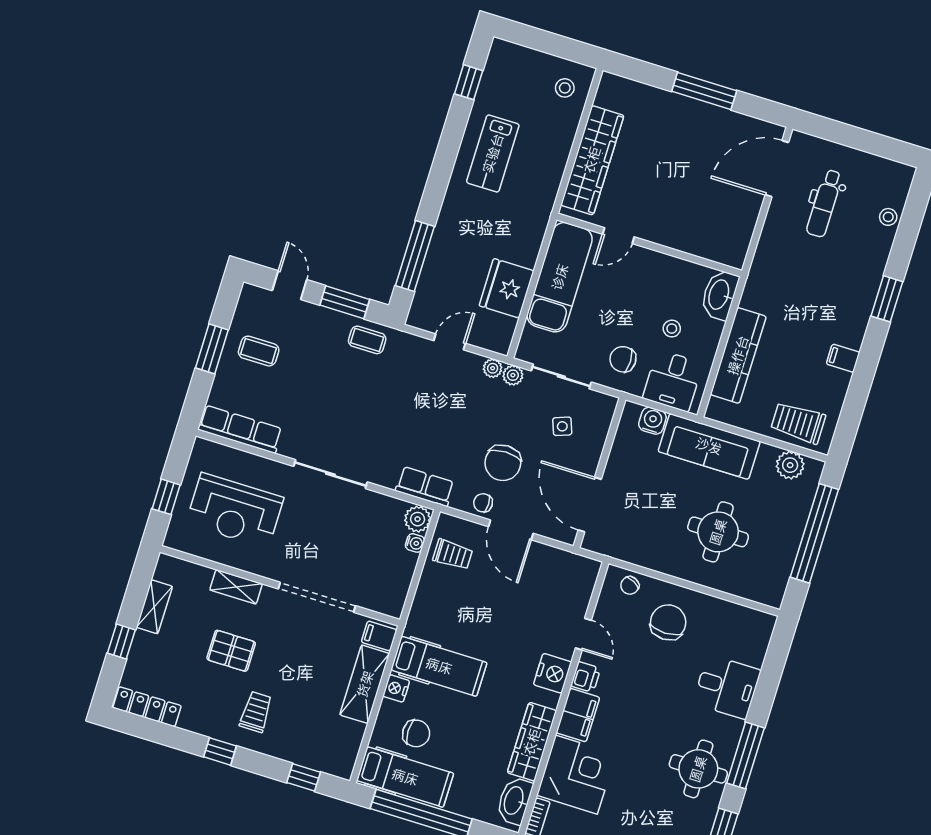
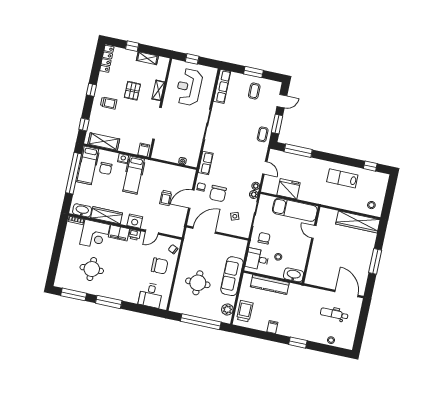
wardrobe: (592, 160) -> (358, 222), moved
water cooler: (652, 421) -> (240, 252), removed
chair: (503, 463) -> (218, 194), turned -90
plant: (418, 519) -> (192, 161), removed
trolley: (453, 554) -> (166, 198), moved
shelving: (365, 684) -> (104, 142), moved
desk: (727, 687) -> (151, 295), moved
round table: (698, 769) -> (92, 269), moved

